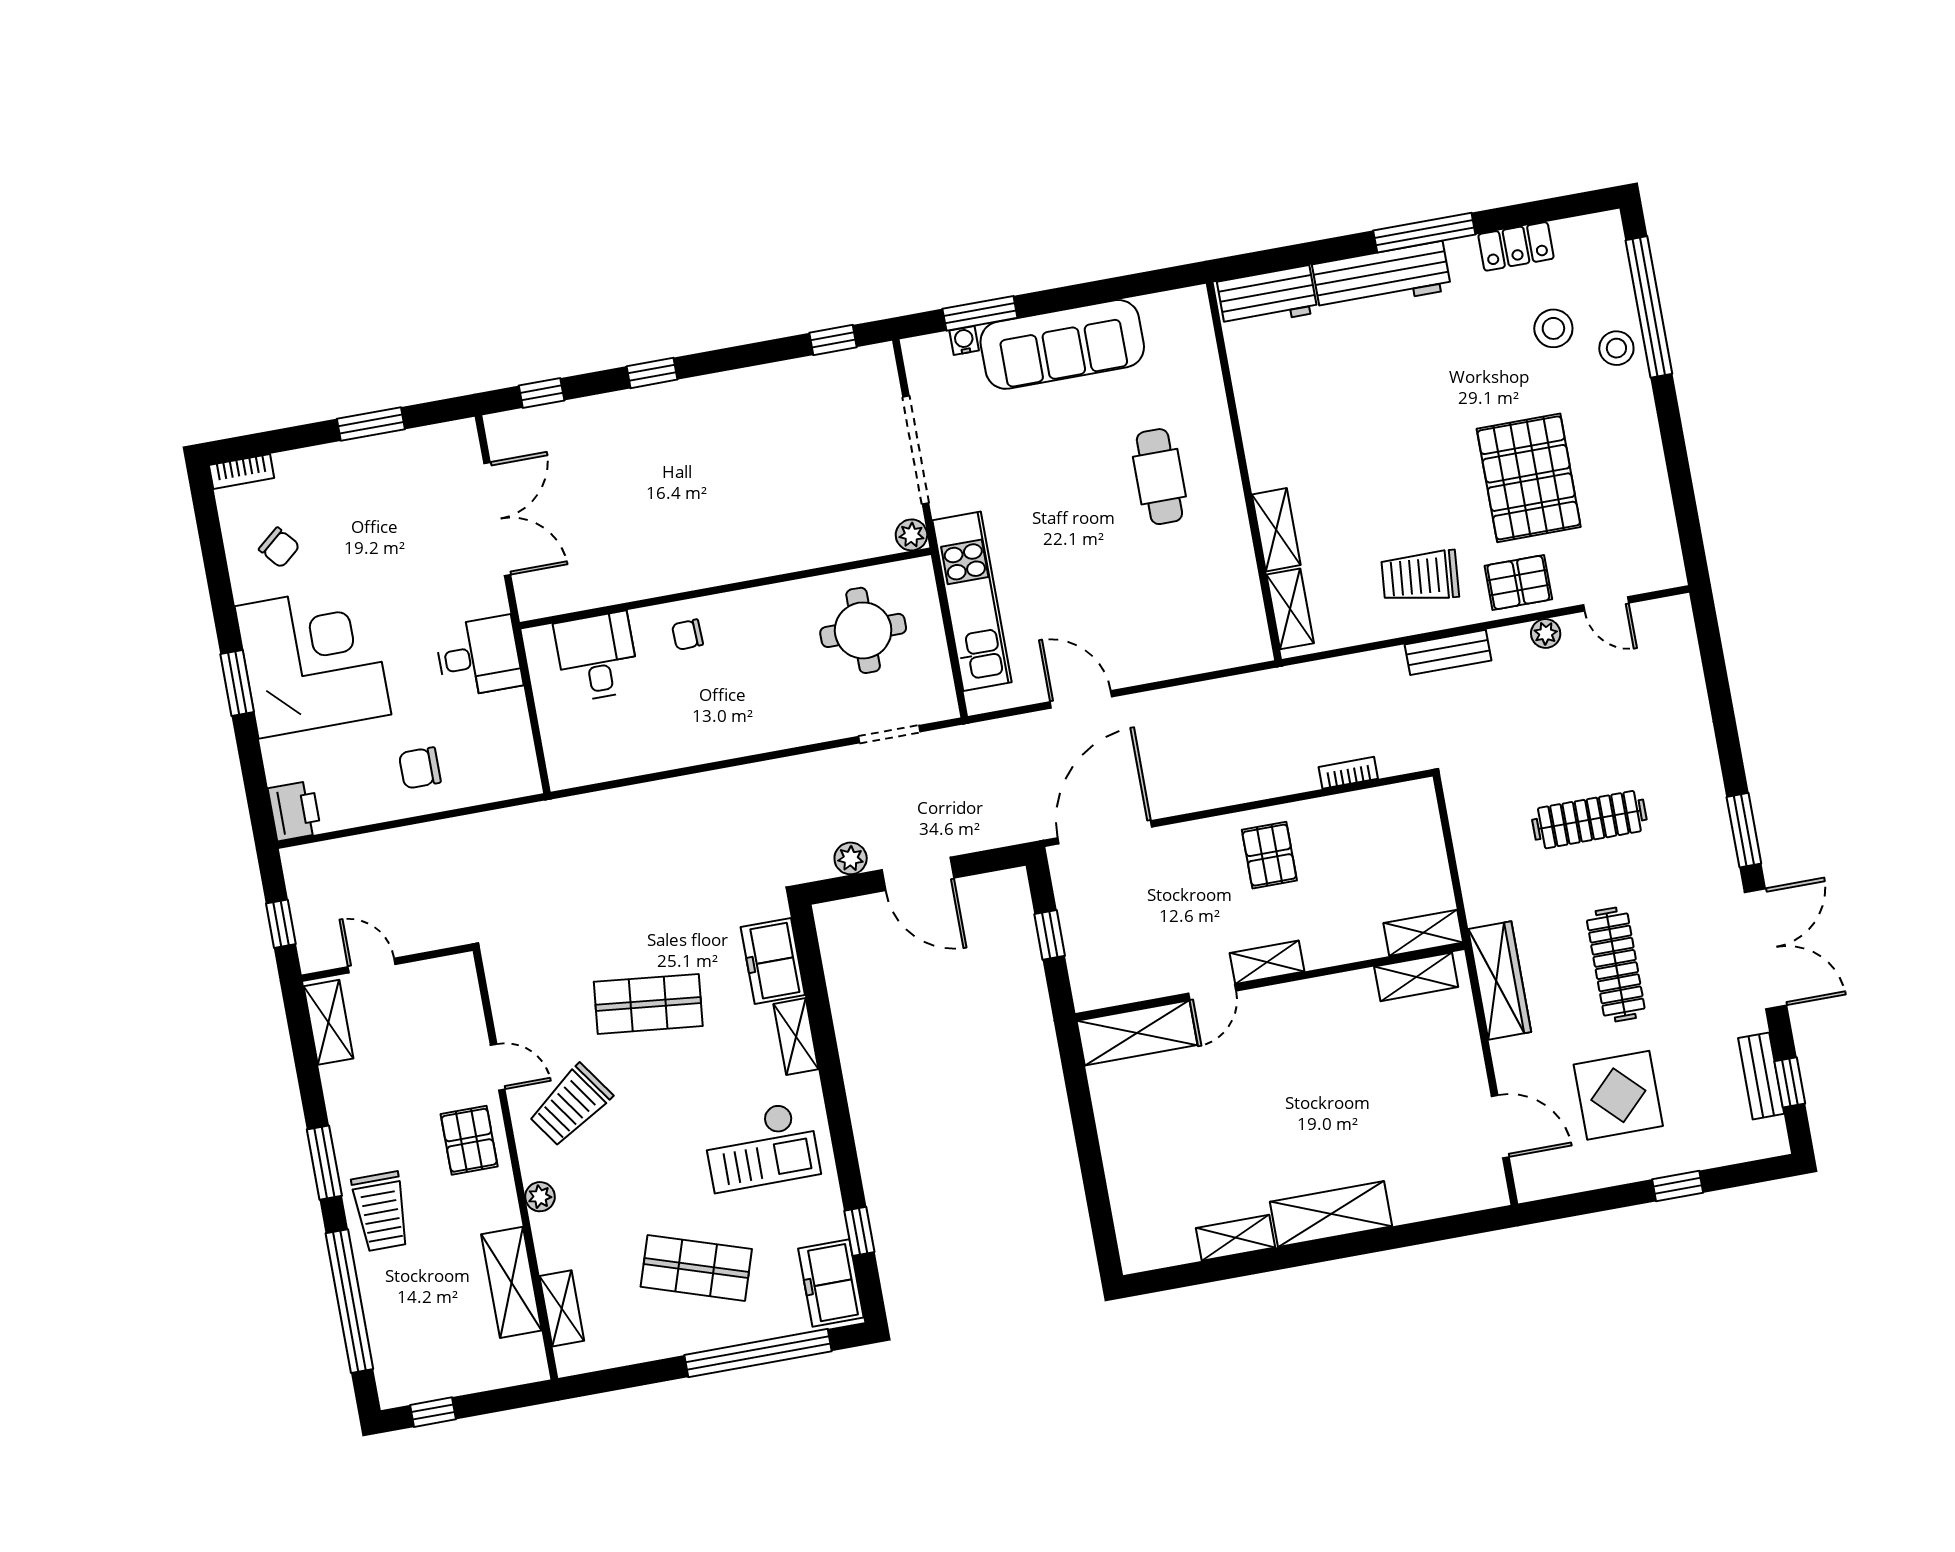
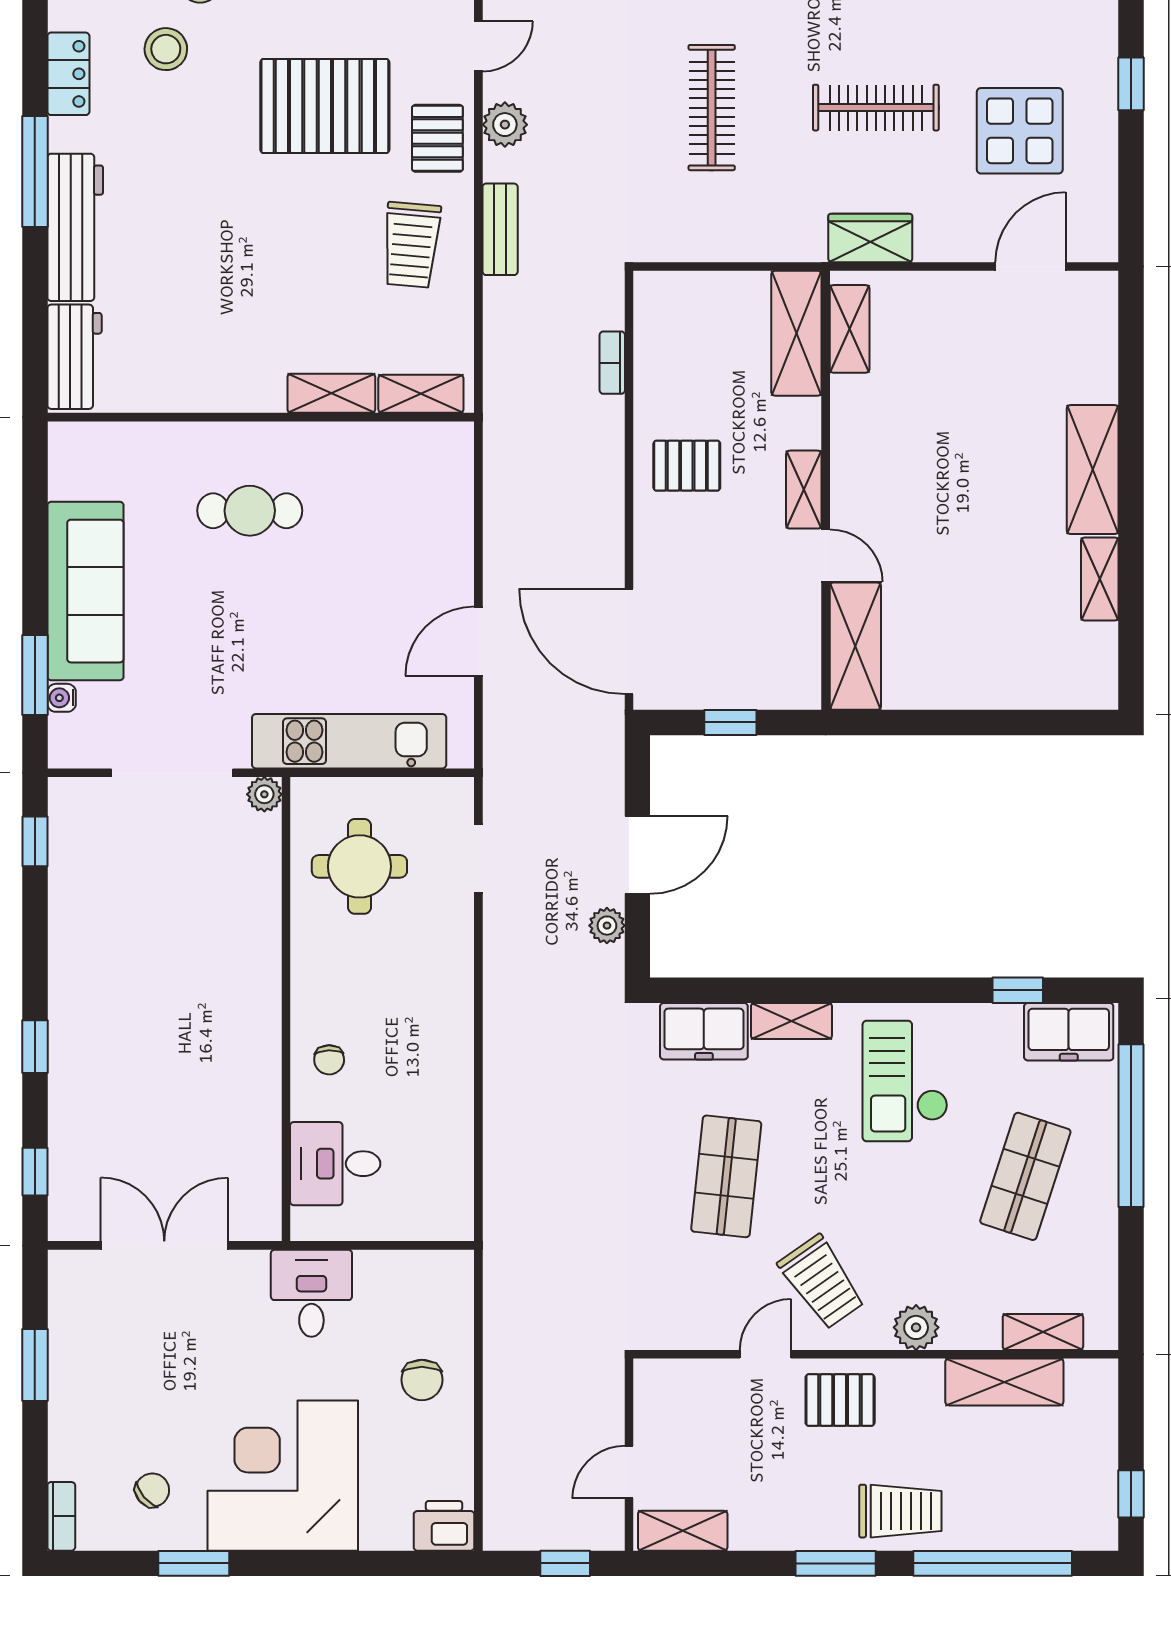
plant: (1546, 633) -> (505, 125), width x1.38, depth x1.38
window: (237, 683) -> (194, 1563), moved
shelving: (1423, 933) -> (796, 333), width x1.50, depth x1.33
wardrobe: (1500, 981) -> (870, 238), width x0.67
checkout: (761, 1146) -> (905, 1081), turned 180
plant: (540, 1197) -> (916, 1327), width x1.38, depth x1.38

